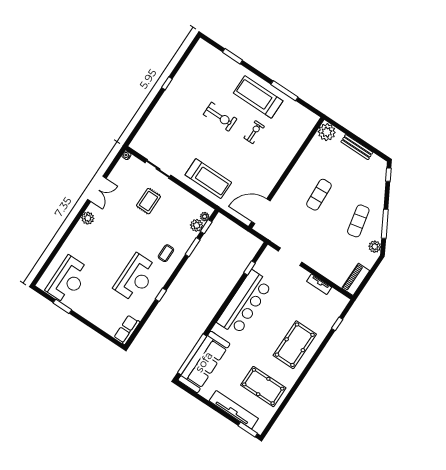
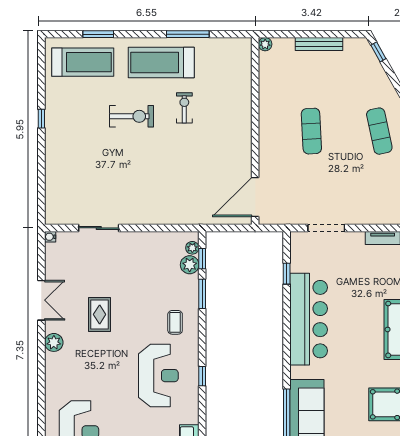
plant: (327, 132) -> (265, 44), width x0.53, depth x0.53
treadmill: (208, 179) -> (83, 62), moved
rug: (148, 201) -> (100, 314), moved

